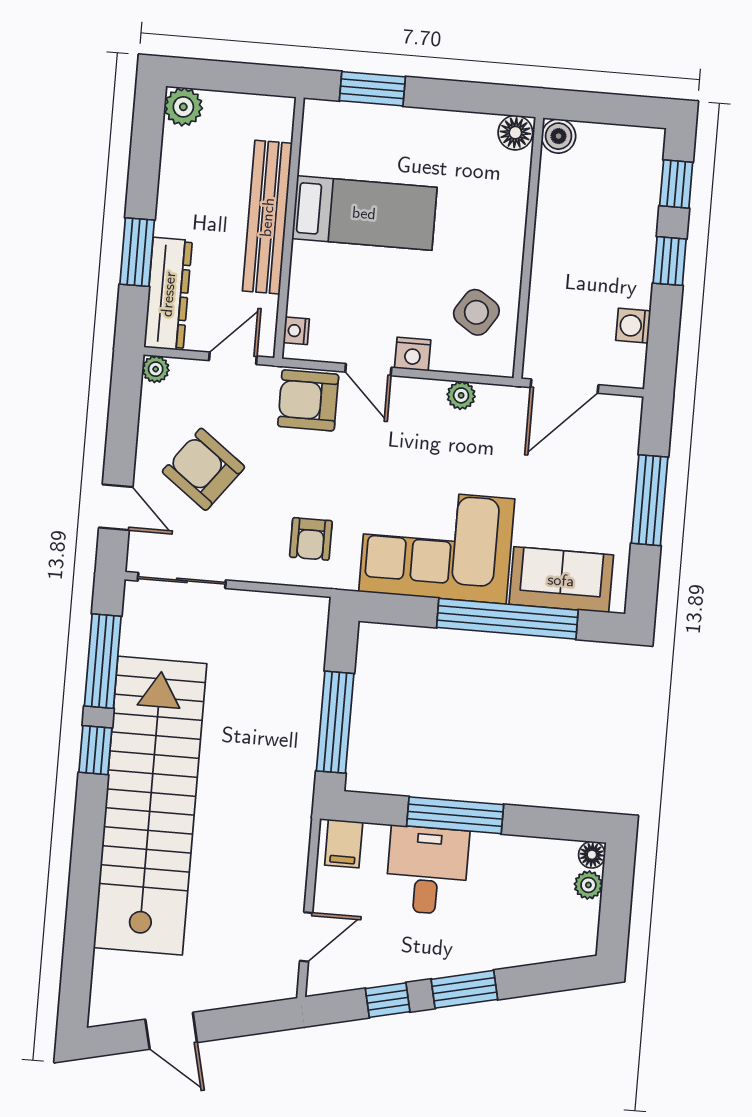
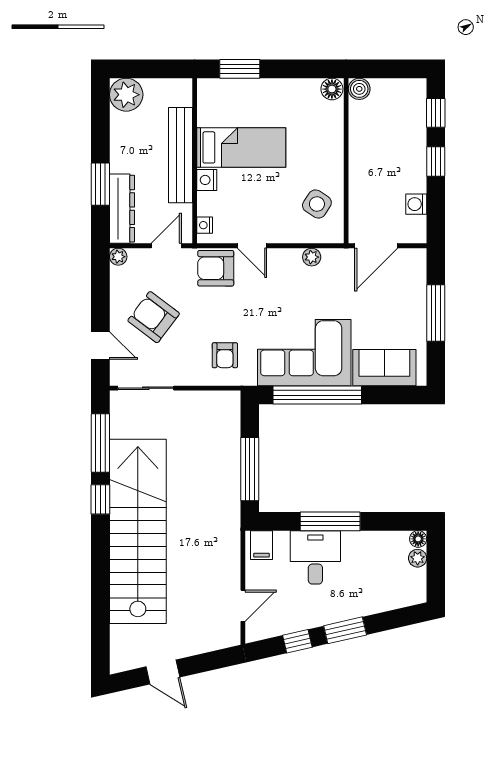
plant: (183, 107) -> (126, 95), width x1.36, depth x1.36
nightstand: (413, 354) -> (207, 180), moved, turned 90
window: (507, 619) -> (317, 395), moved

